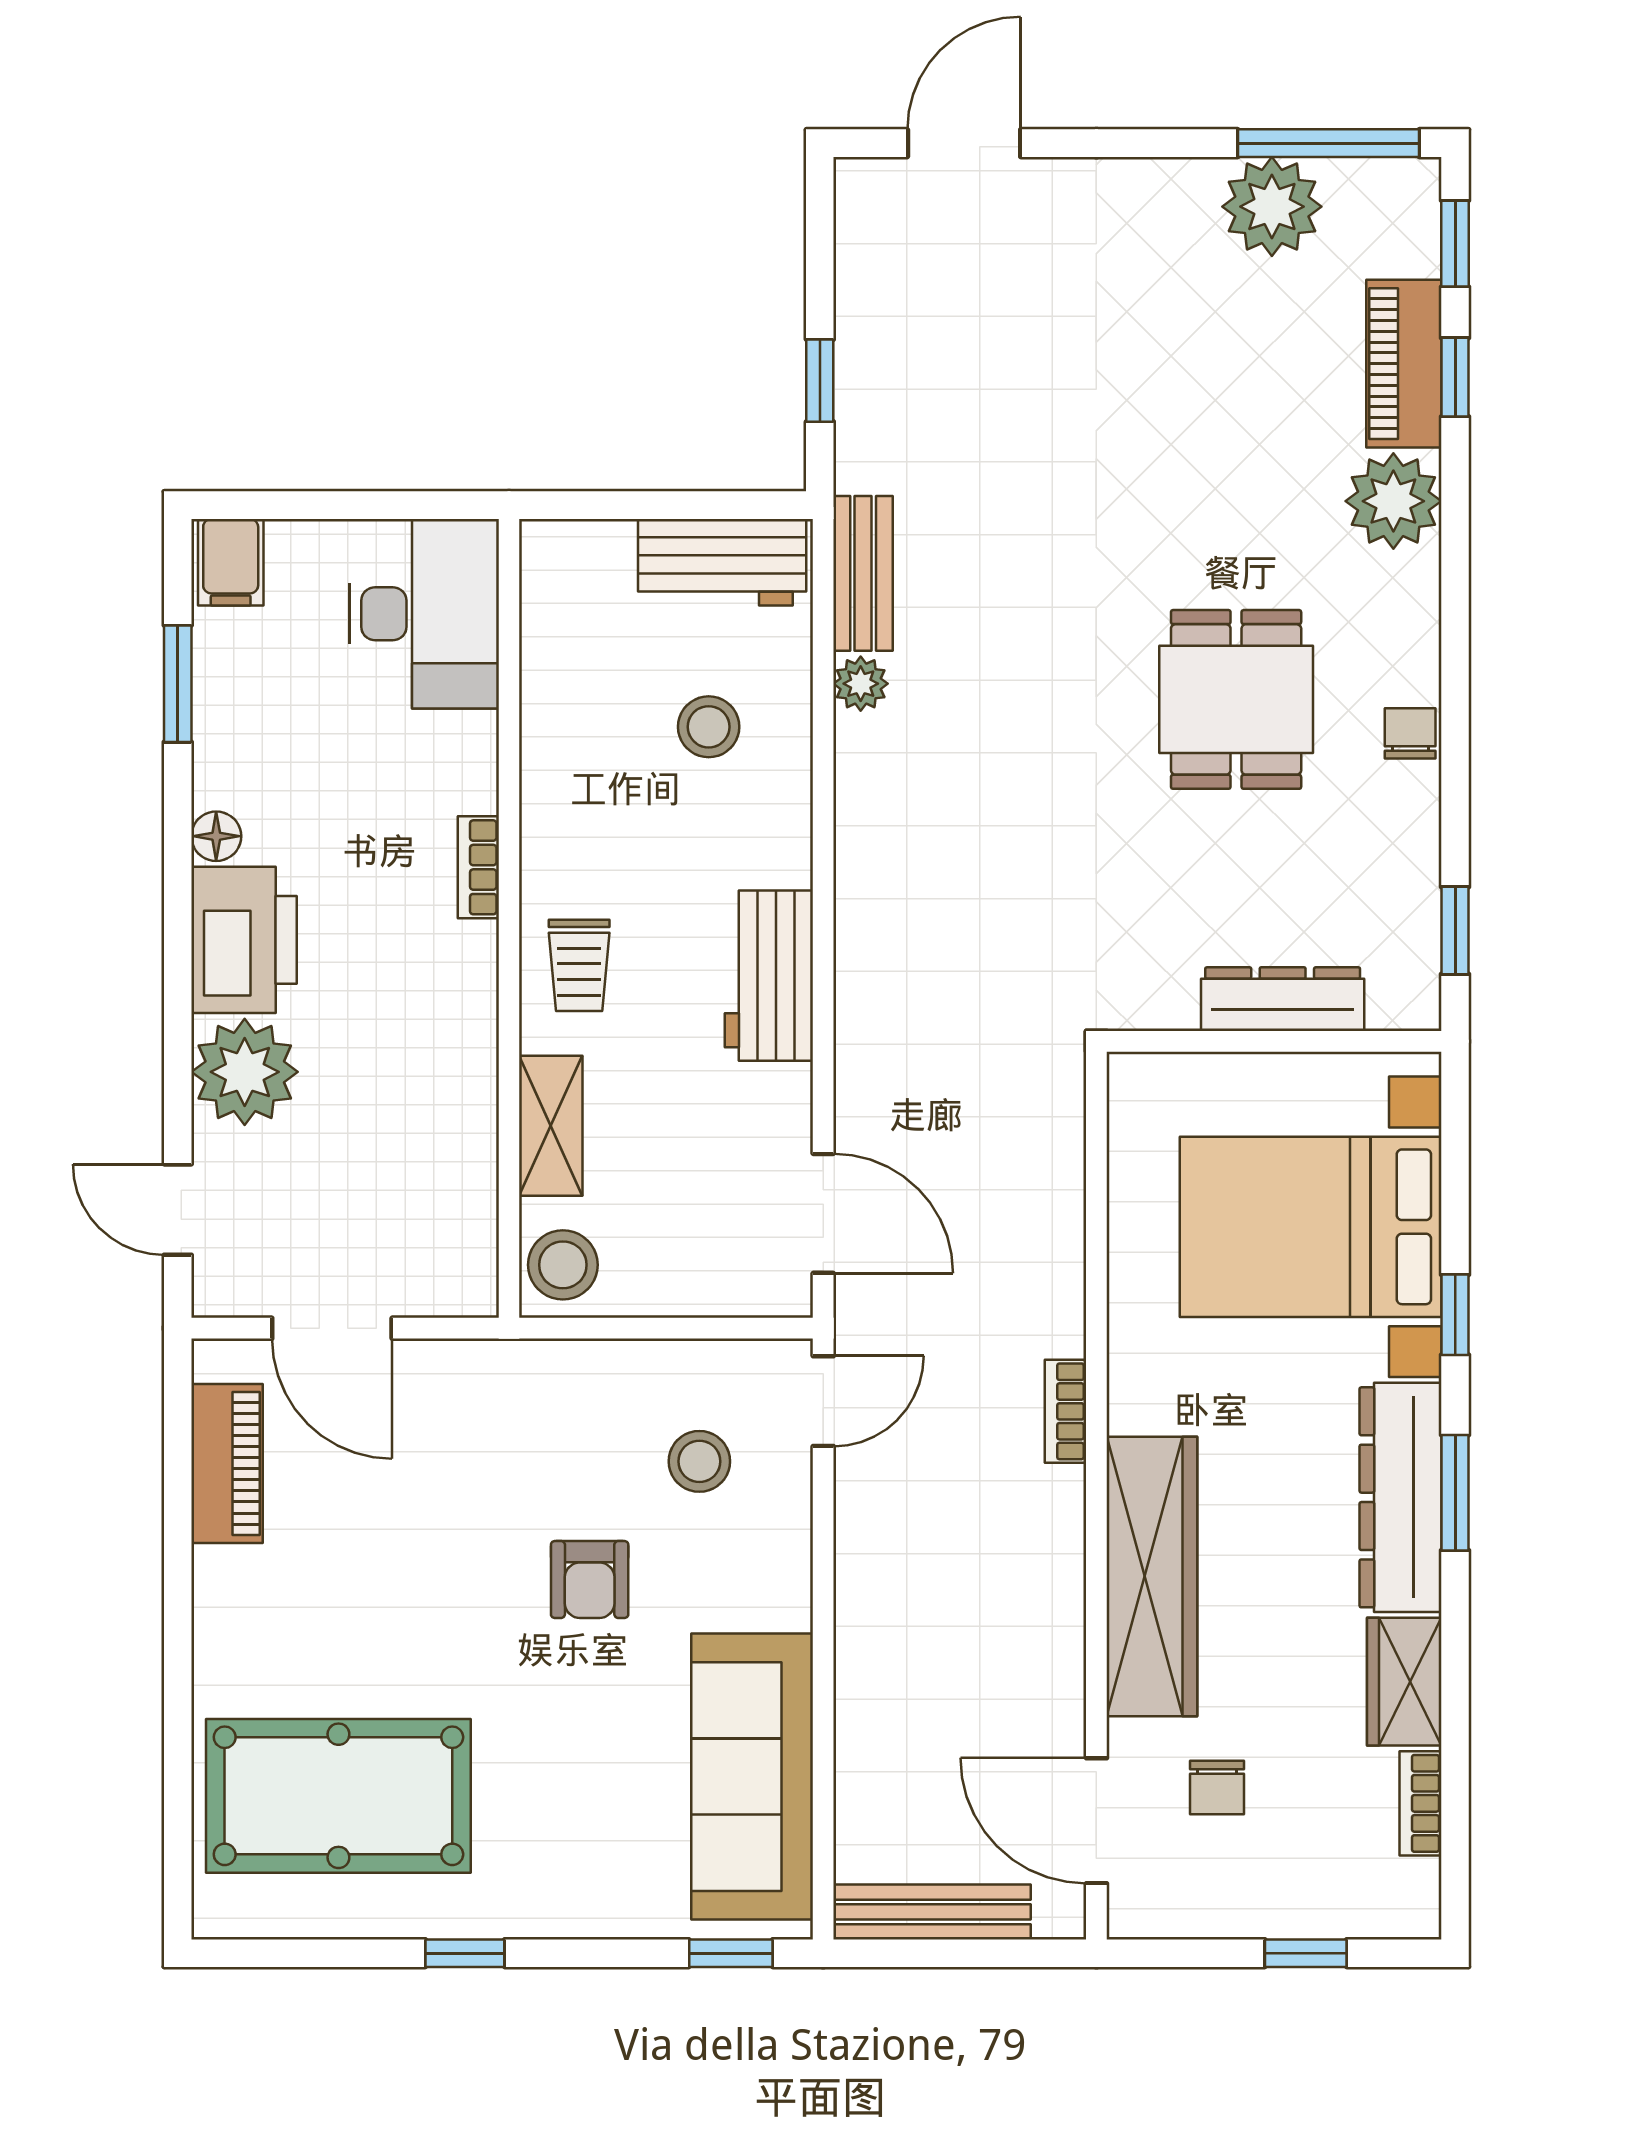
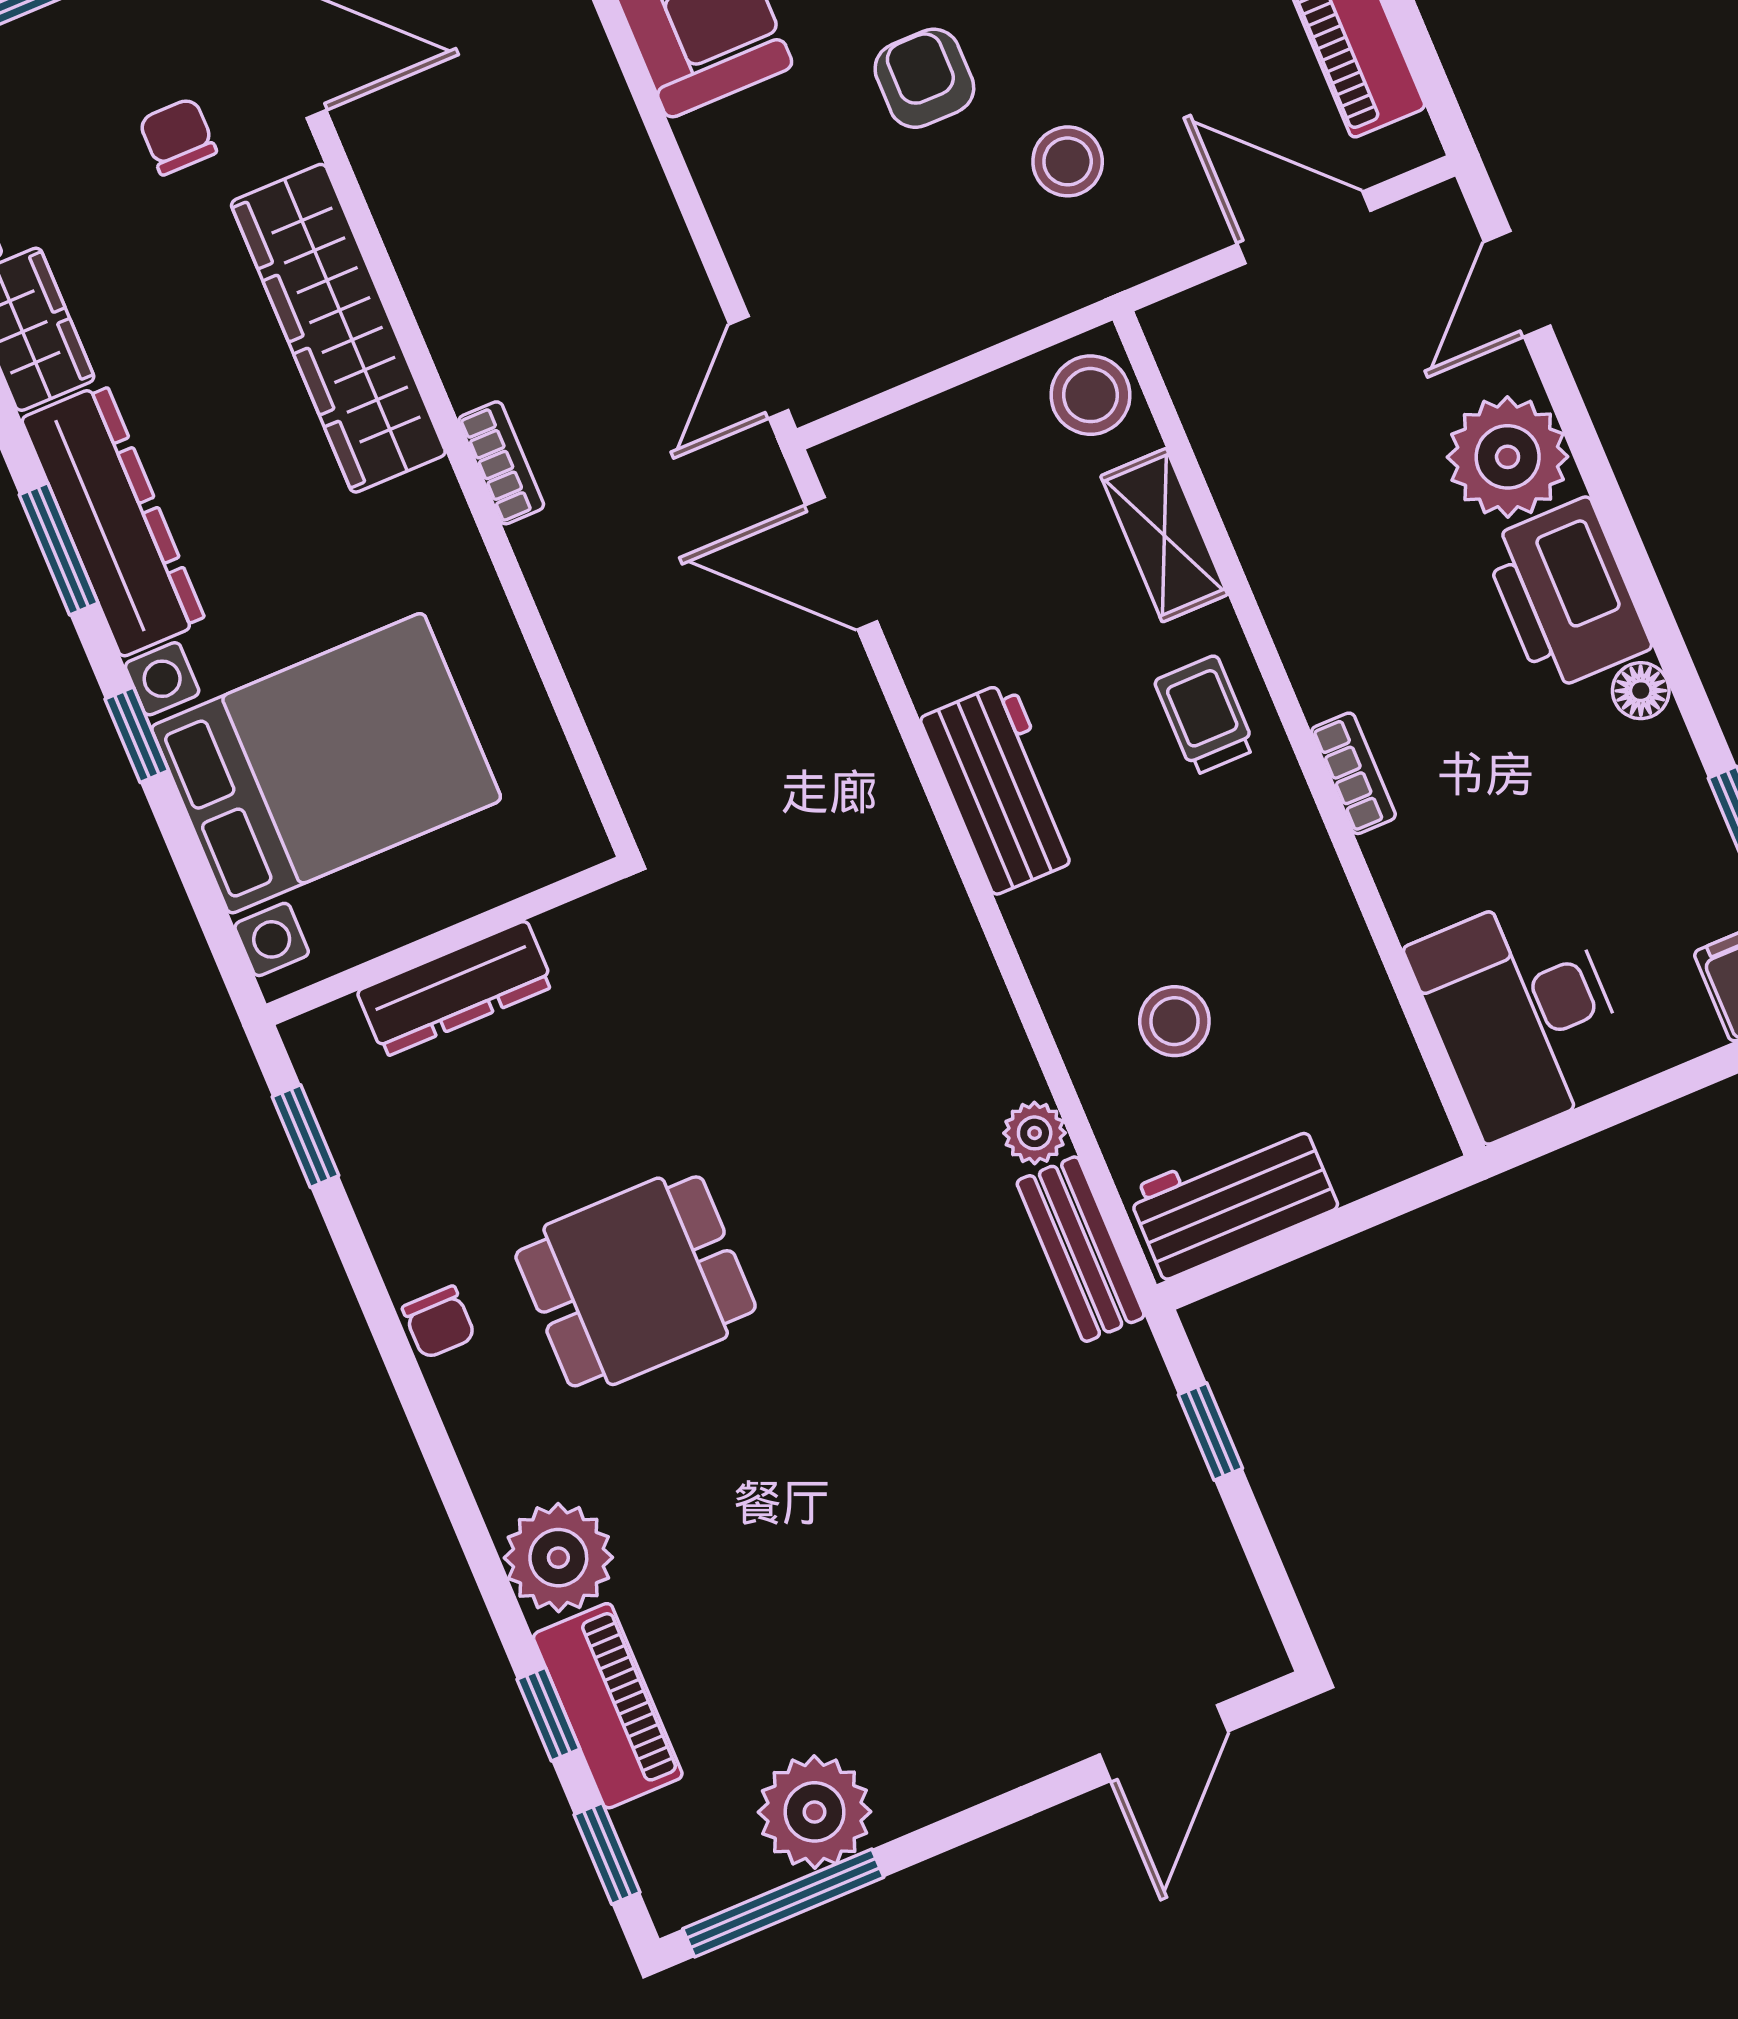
dining table: (1236, 699) -> (636, 1281), turned 90
door: (178, 1210) -> (1517, 284), swing flipped
stool: (699, 1461) -> (1068, 161), moved

